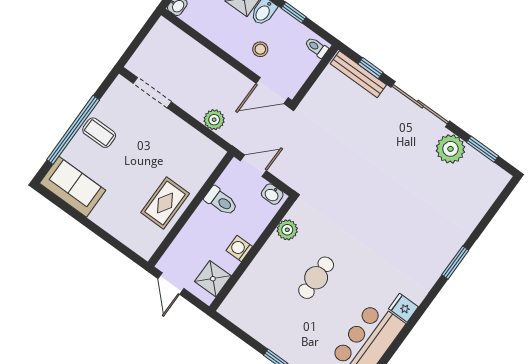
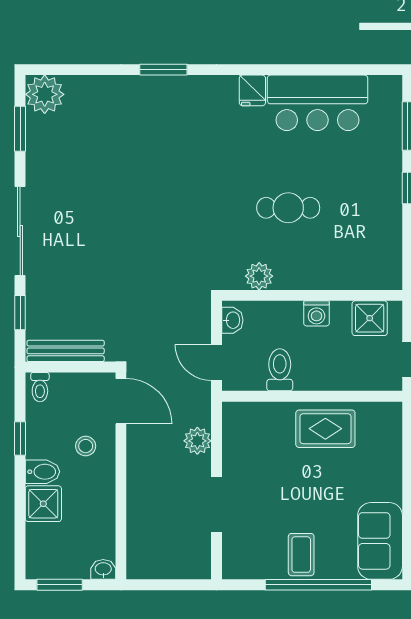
bench: (358, 74) -> (66, 351), moved, turned 90
doorway: (152, 93) -> (216, 505), moved
plant: (450, 149) -> (45, 94), moved

